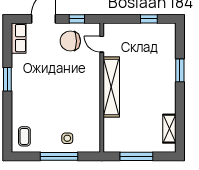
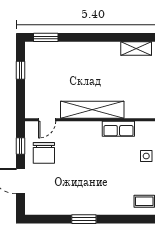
row of seats: (19, 38) -> (118, 129), moved, turned 180
window: (180, 70) -> (46, 37), moved

